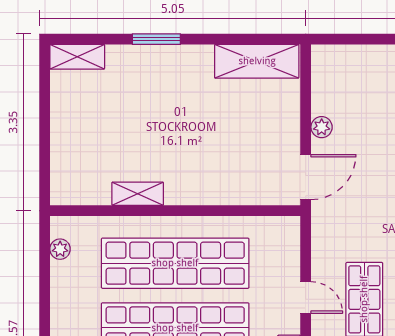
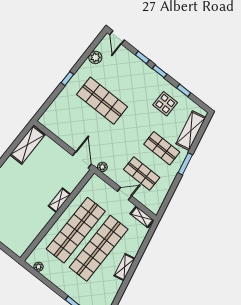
plant: (322, 127) -> (102, 167), moved
shelving: (138, 194) -> (59, 200), moved

